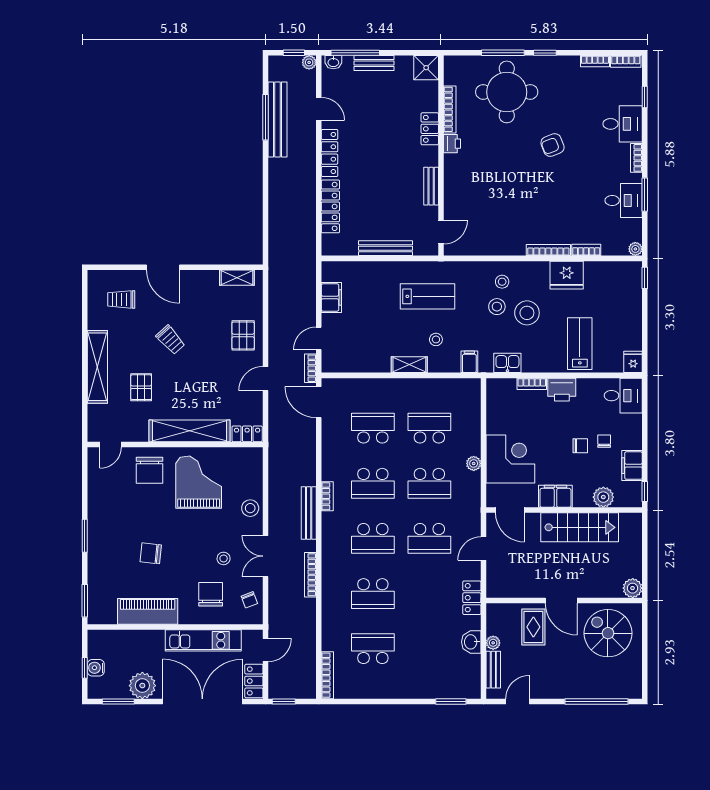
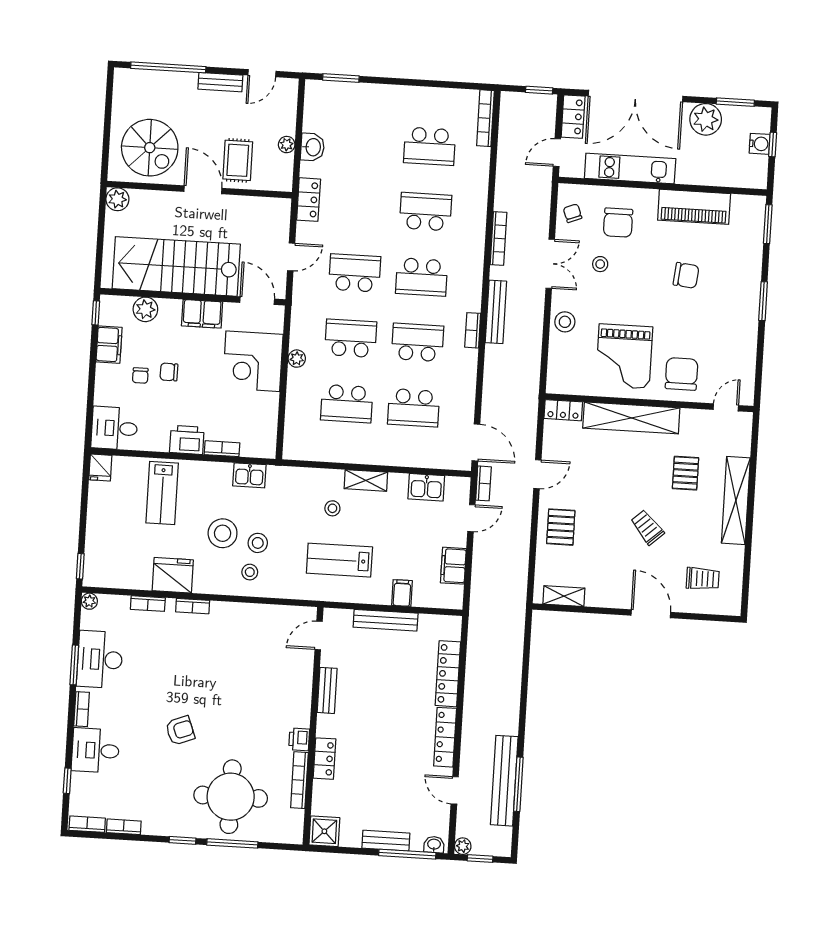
desk: (624, 201) -> (100, 659), width x1.37
bookcase: (548, 250) -> (193, 606), width x0.64
kitchen sink: (358, 362) -> (426, 487), added
filing cabinet: (469, 362) -> (402, 593), moved, turned 180
stairs: (580, 527) -> (176, 266), width x1.36, depth x1.51
school desk: (373, 538) -> (422, 277), turned 180
bench: (493, 670) -> (220, 82), moved, turned 90

